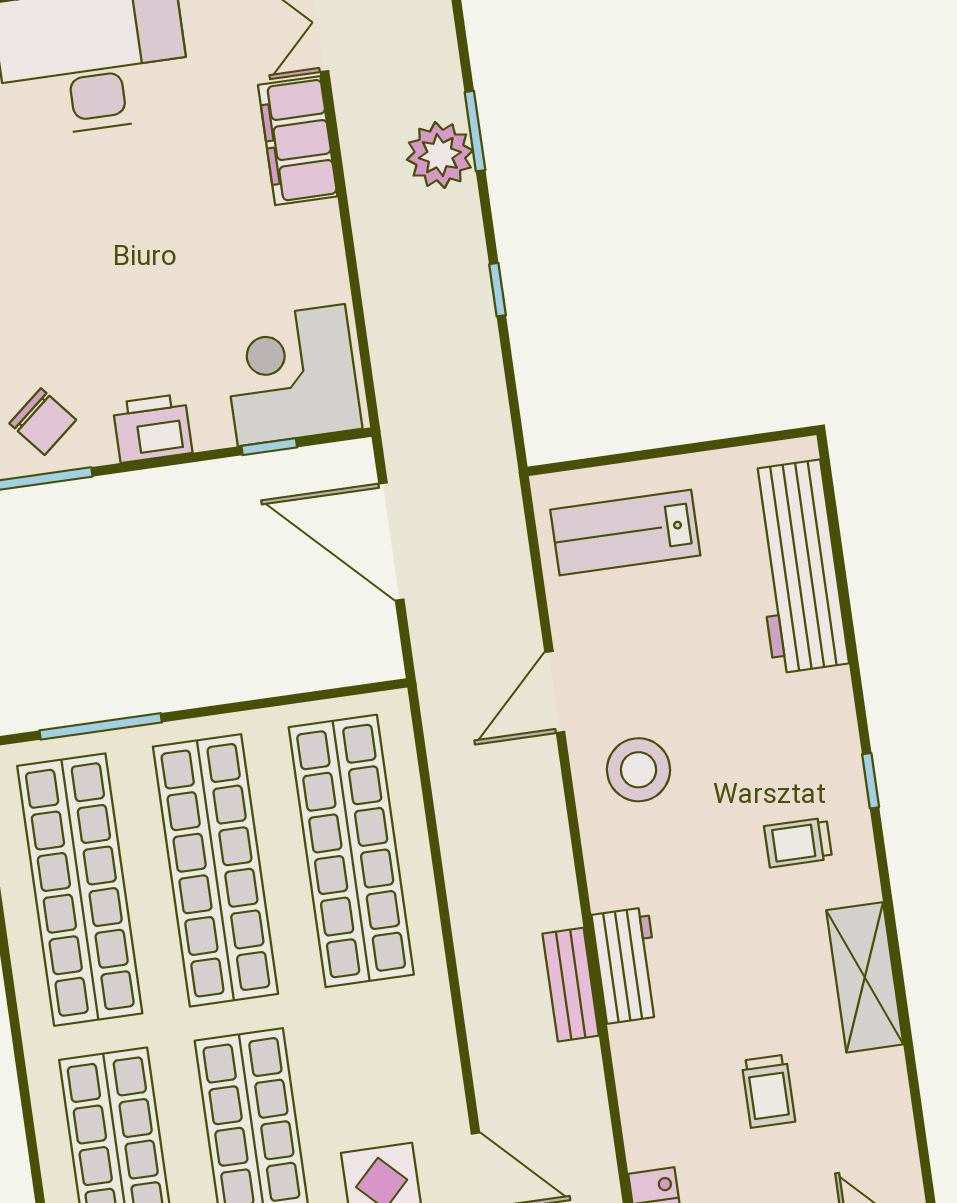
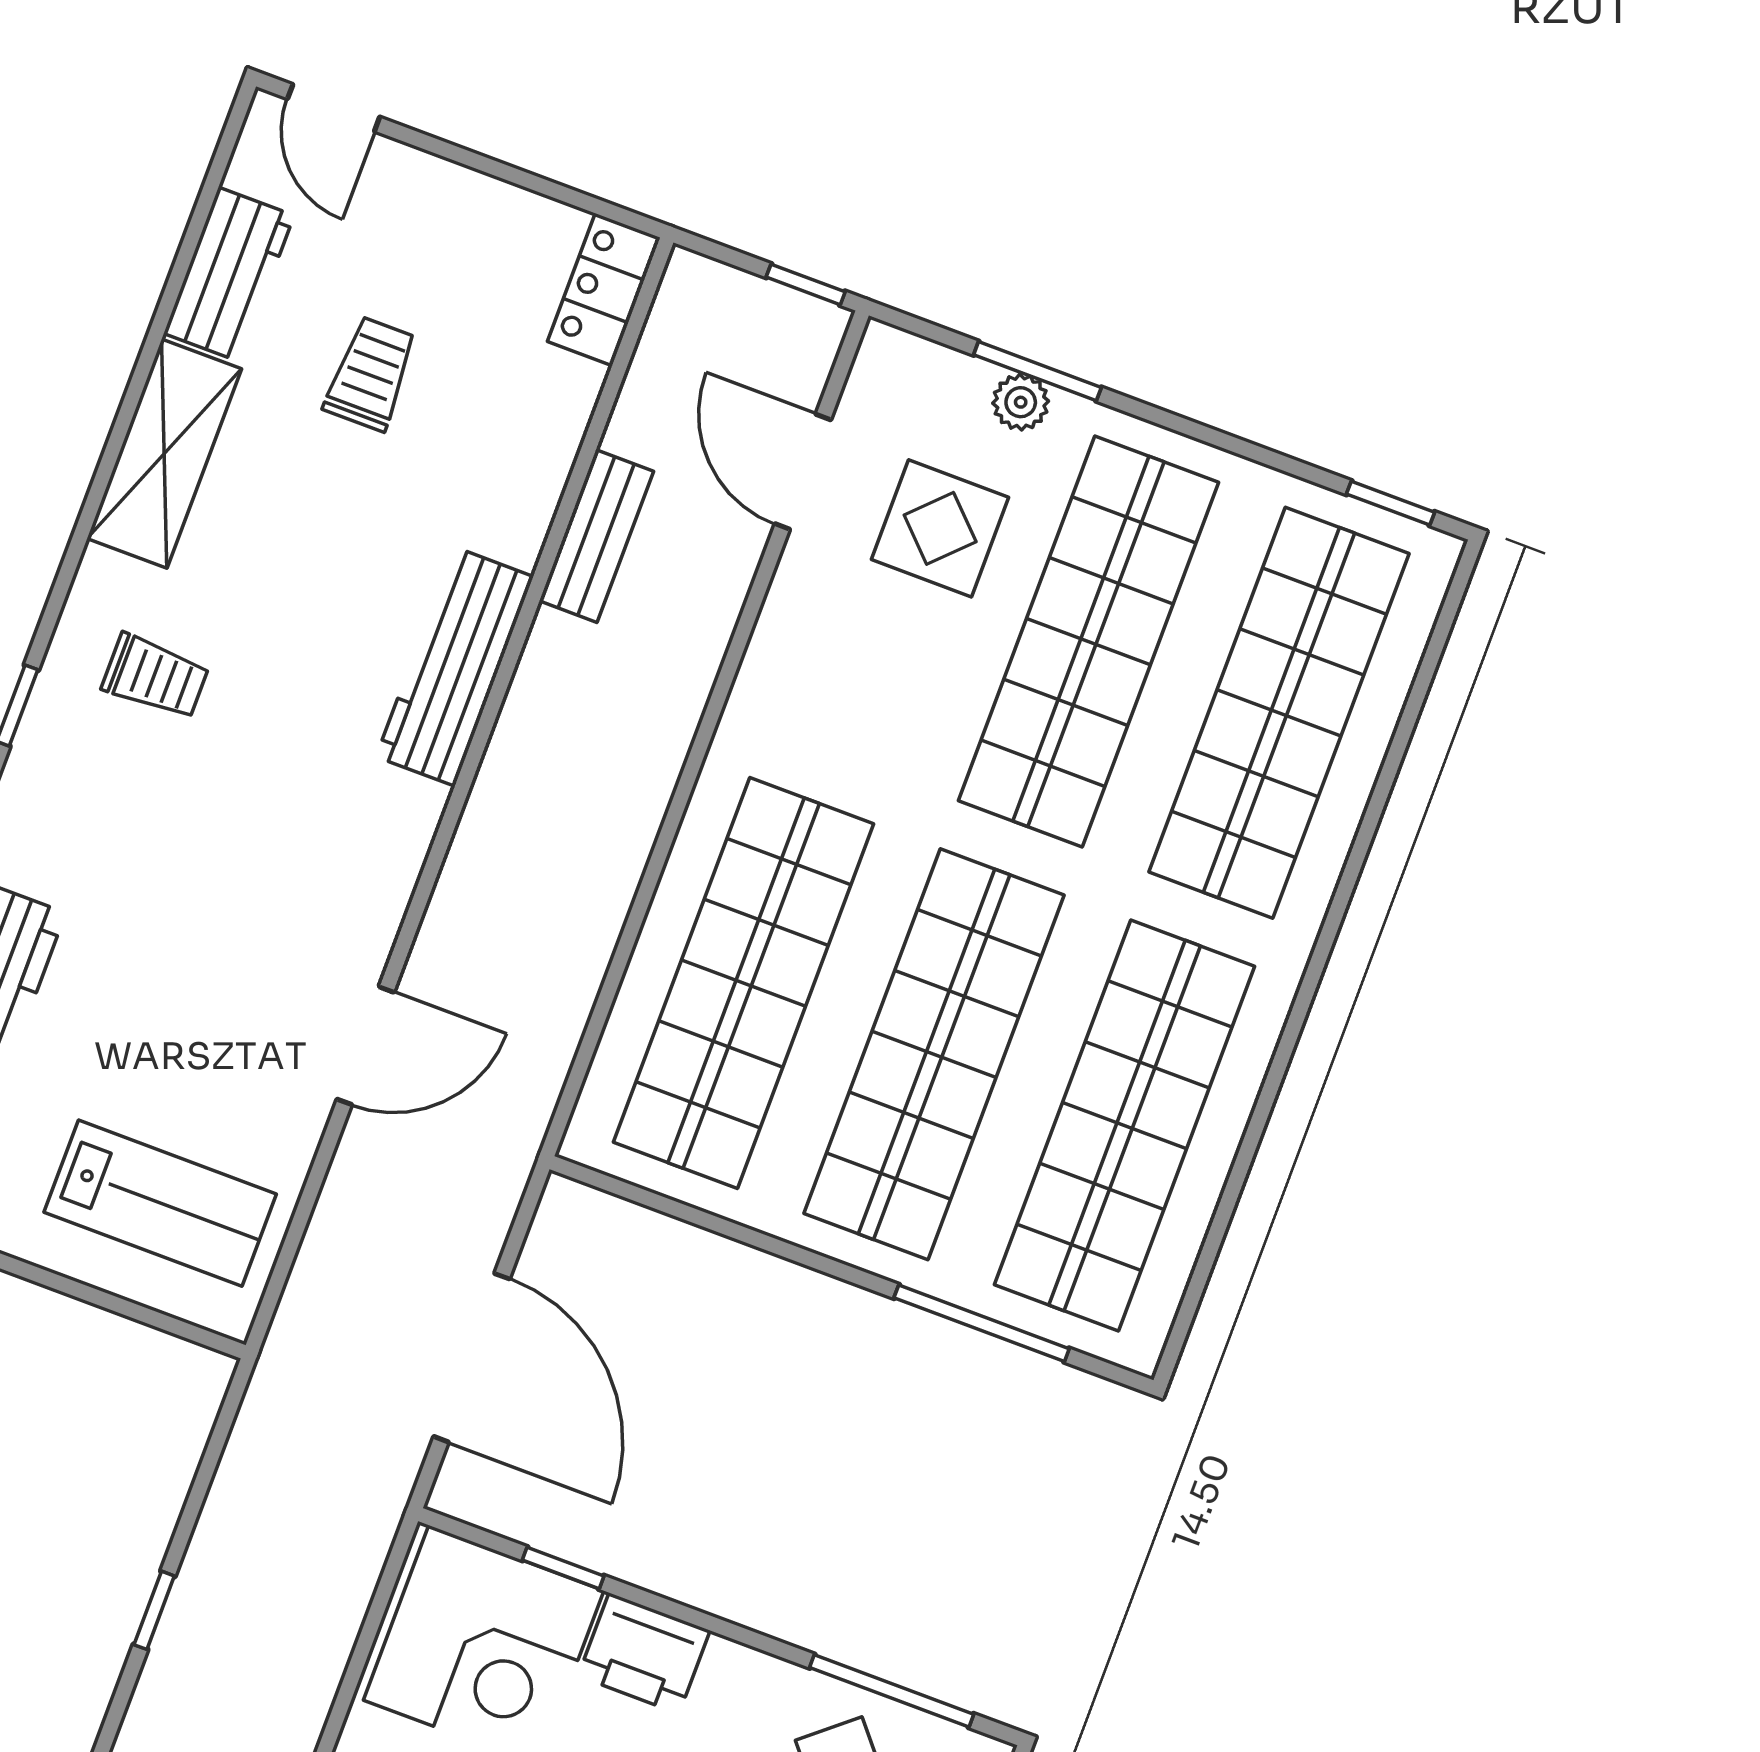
printer: (152, 428) -> (644, 1653), moved
stool: (639, 770) -> (312, 885), removed
workbench: (627, 965) -> (455, 667), width x1.38
bench: (571, 985) -> (596, 536), moved
workbench: (884, 1104) -> (229, 274), added

